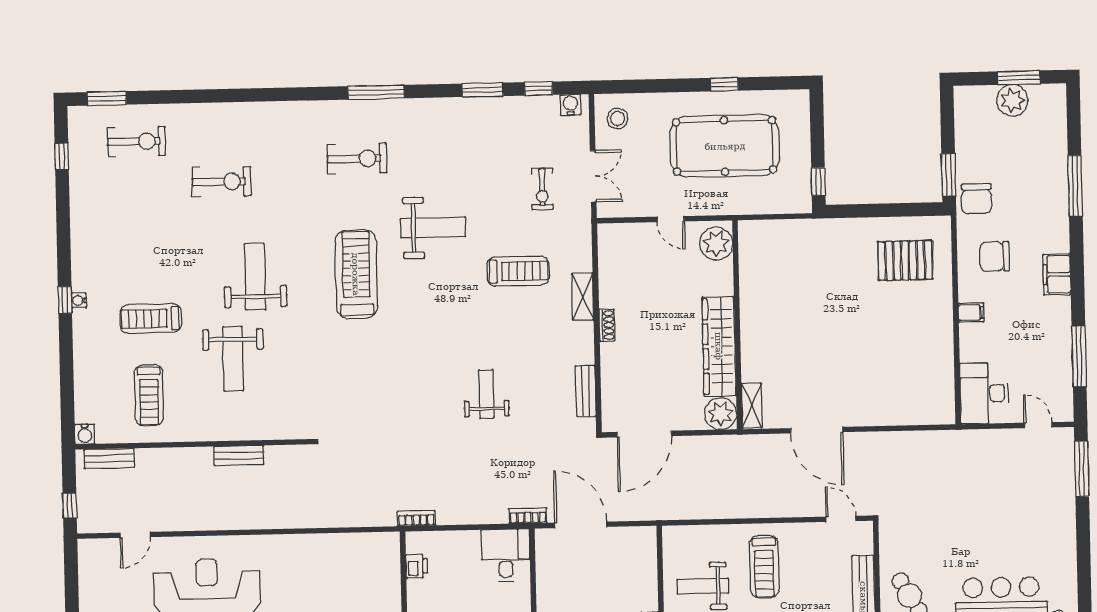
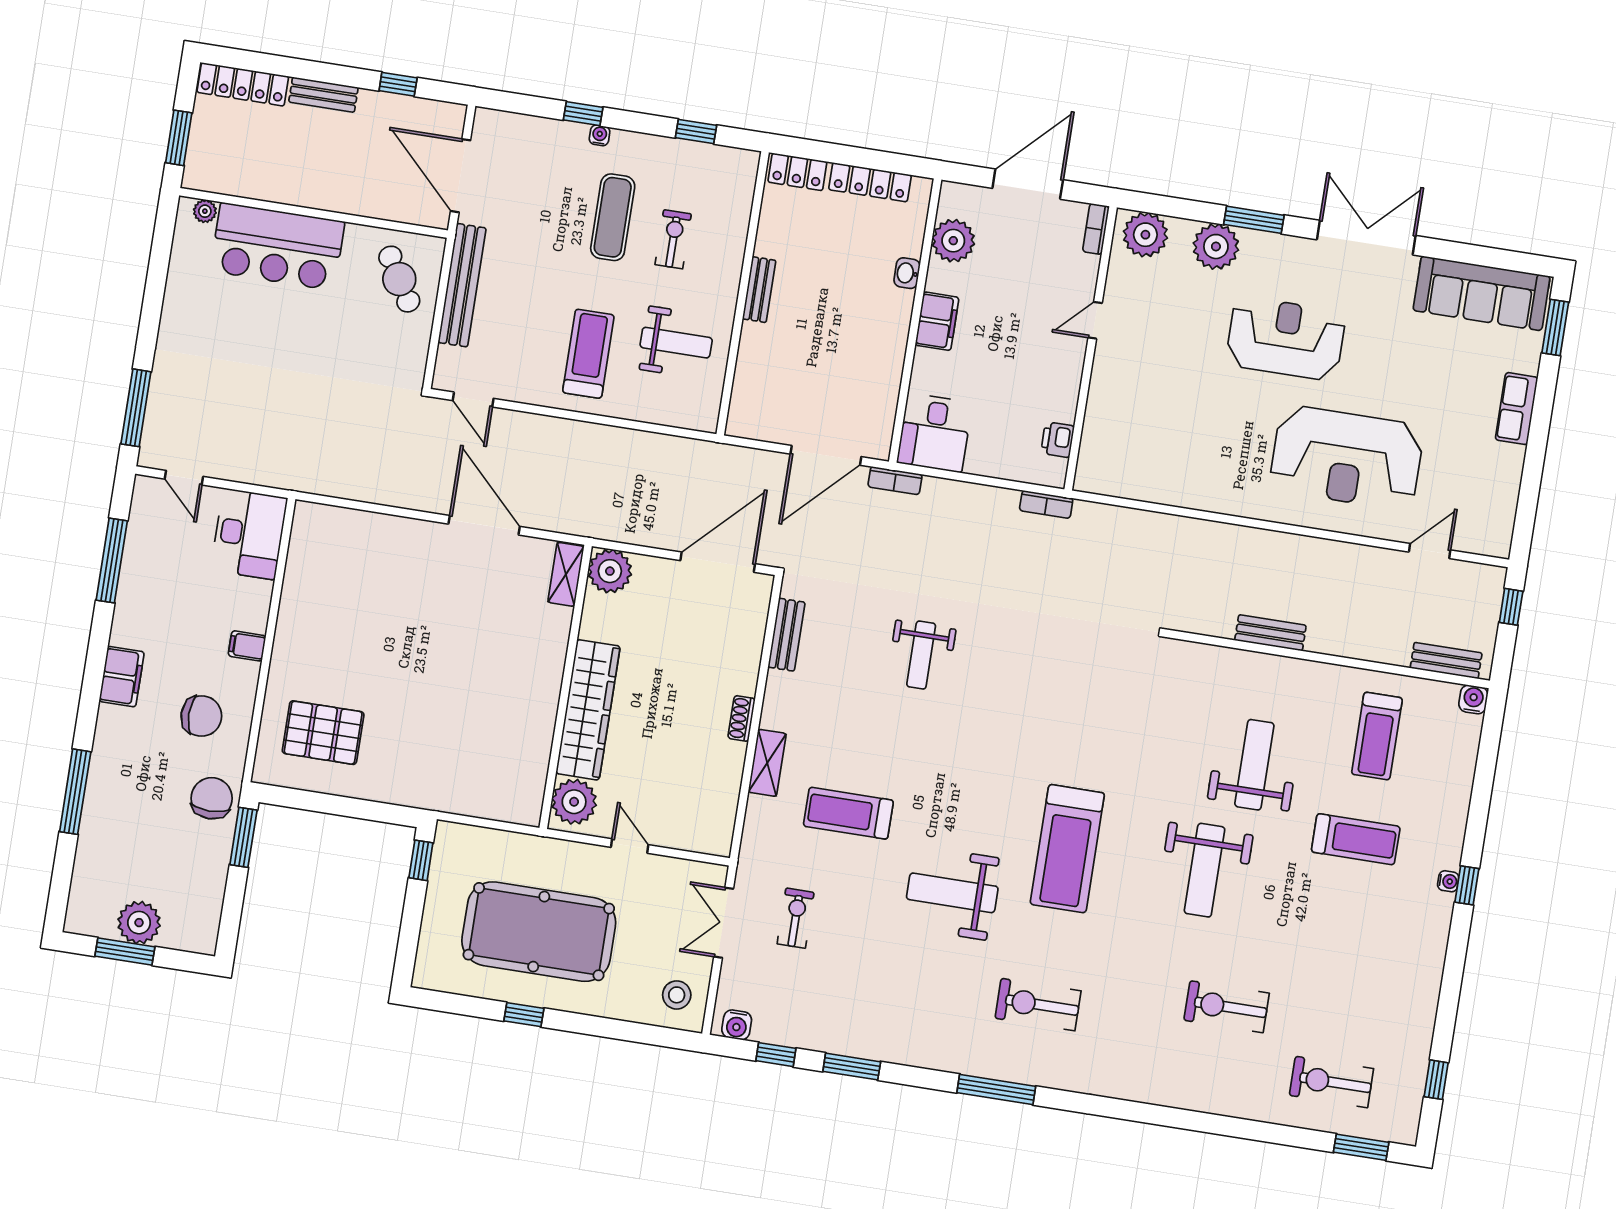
wardrobe: (719, 346) -> (588, 710), moved
treadmill: (149, 395) -> (1377, 736), turned 180
door: (581, 525) -> (826, 455), hinge flipped

